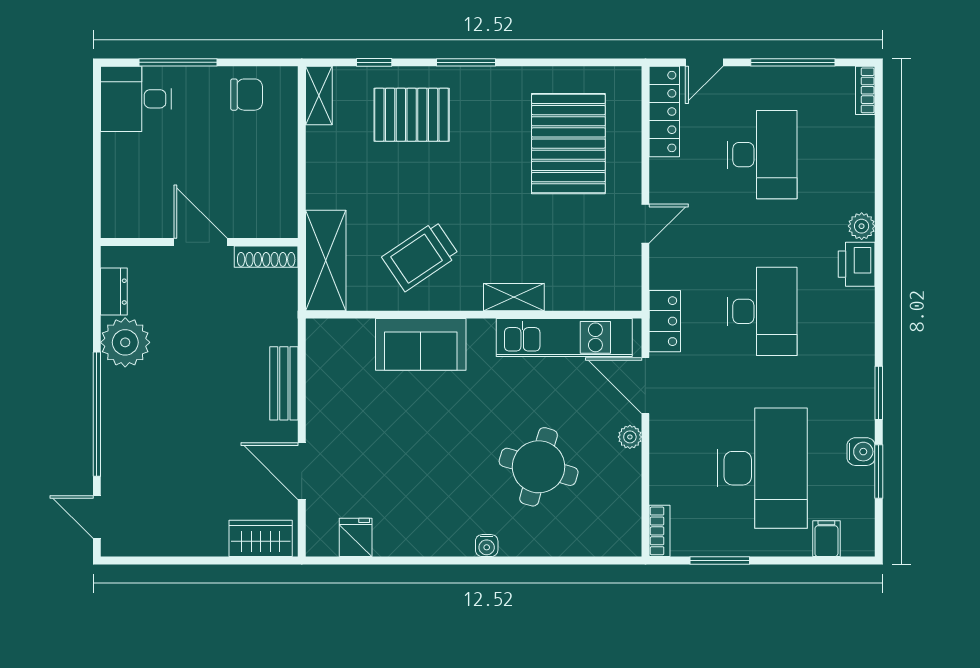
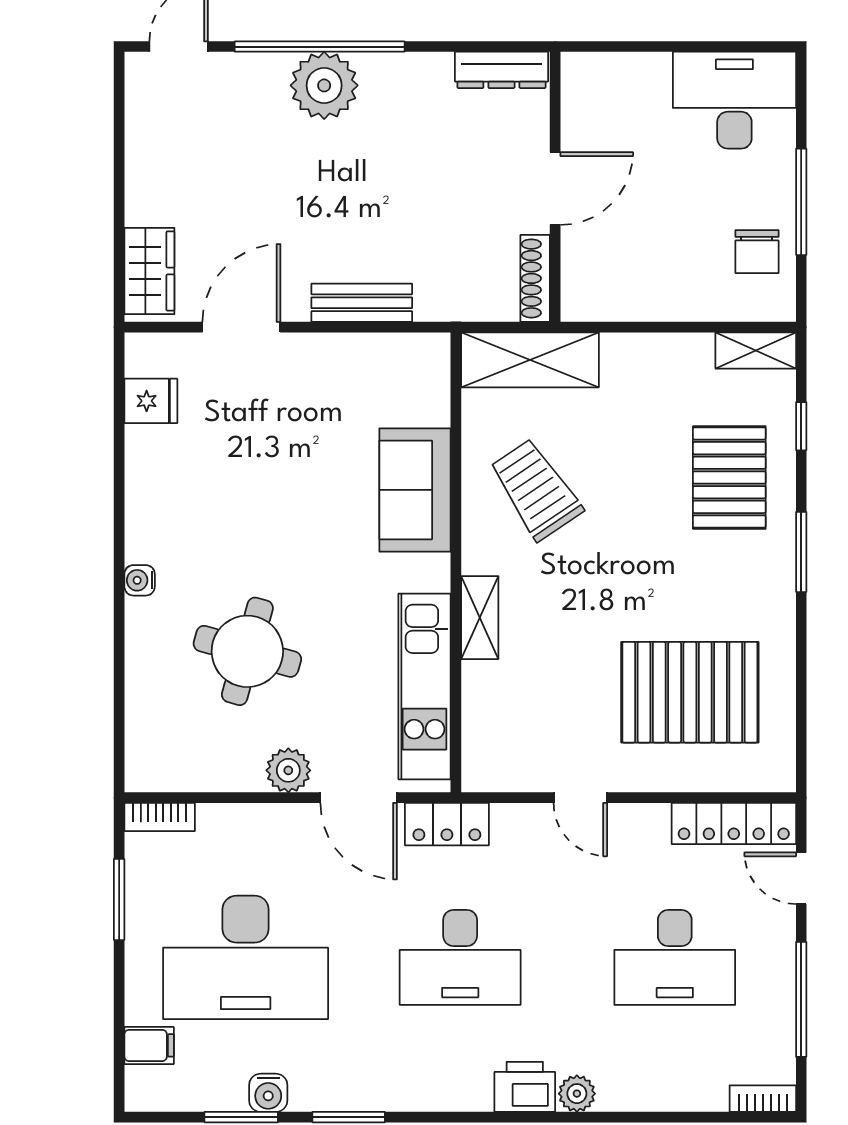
window: (178, 62) -> (801, 202), moved
desk: (136, 99) -> (734, 100), width x1.37
dresser: (114, 292) -> (501, 70), width x1.44
plant: (125, 342) -> (324, 85), moved
door: (645, 386) -> (359, 798), swing flipped
plant: (630, 437) -> (288, 770), width x1.38, depth x1.38

